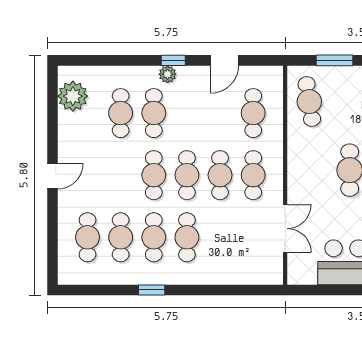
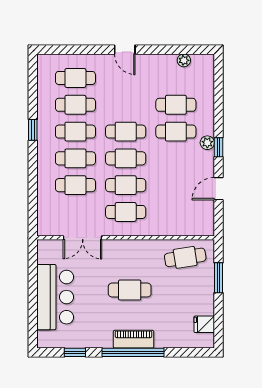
door: (224, 60) -> (218, 189), hinge flipped
plant: (73, 96) -> (184, 60), width x0.53, depth x0.53
cafe table: (253, 113) -> (75, 185), moved

